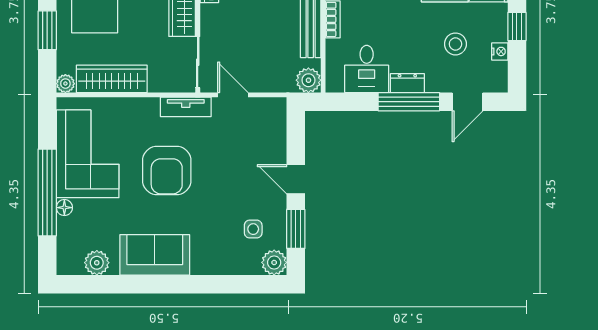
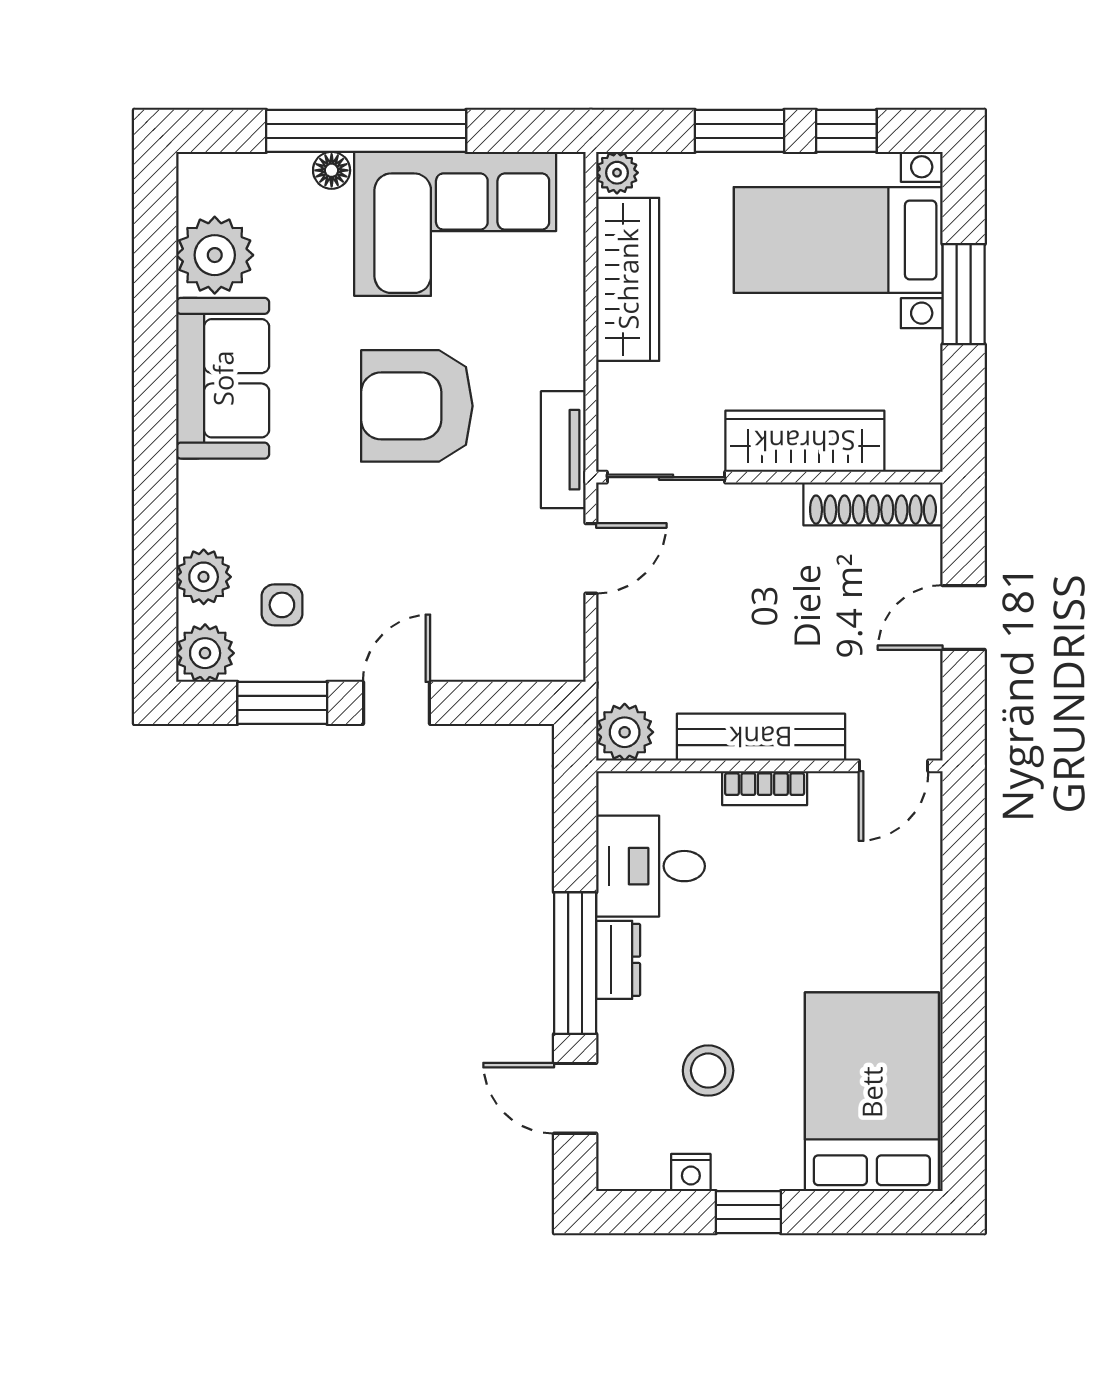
plant: (97, 263) -> (215, 255), width x1.36, depth x1.36
plant: (241, 263) -> (204, 577), added

